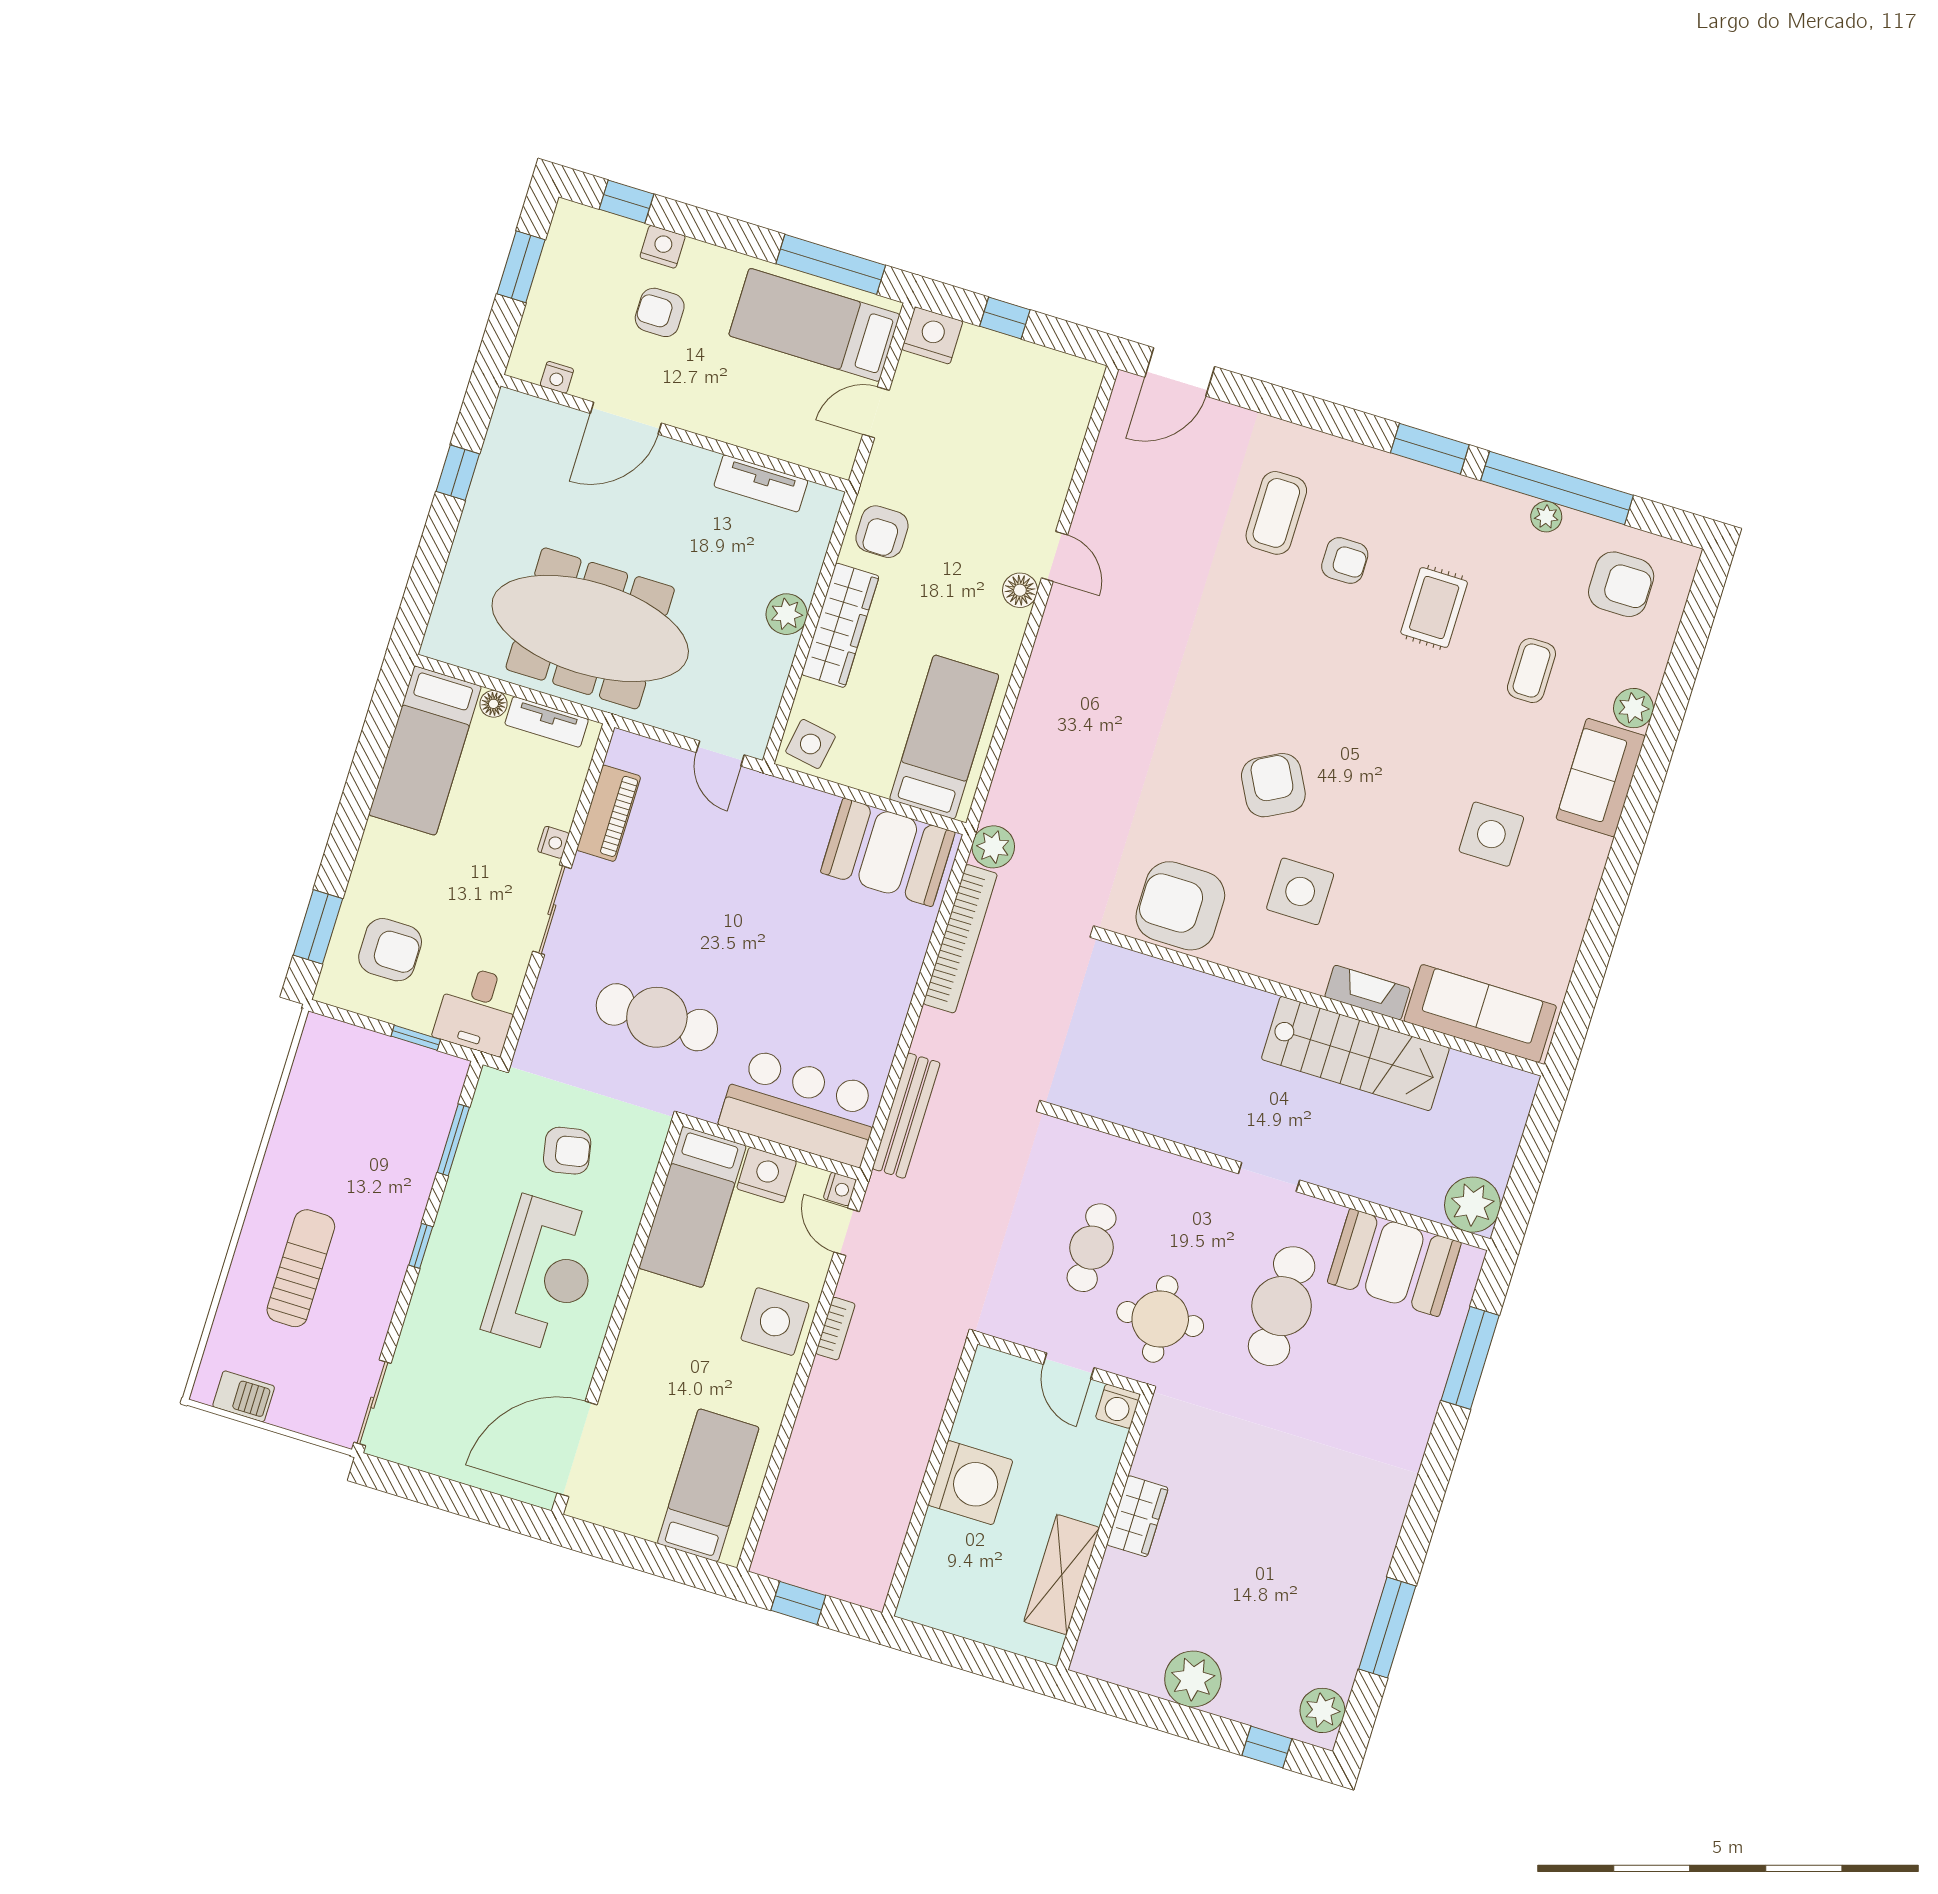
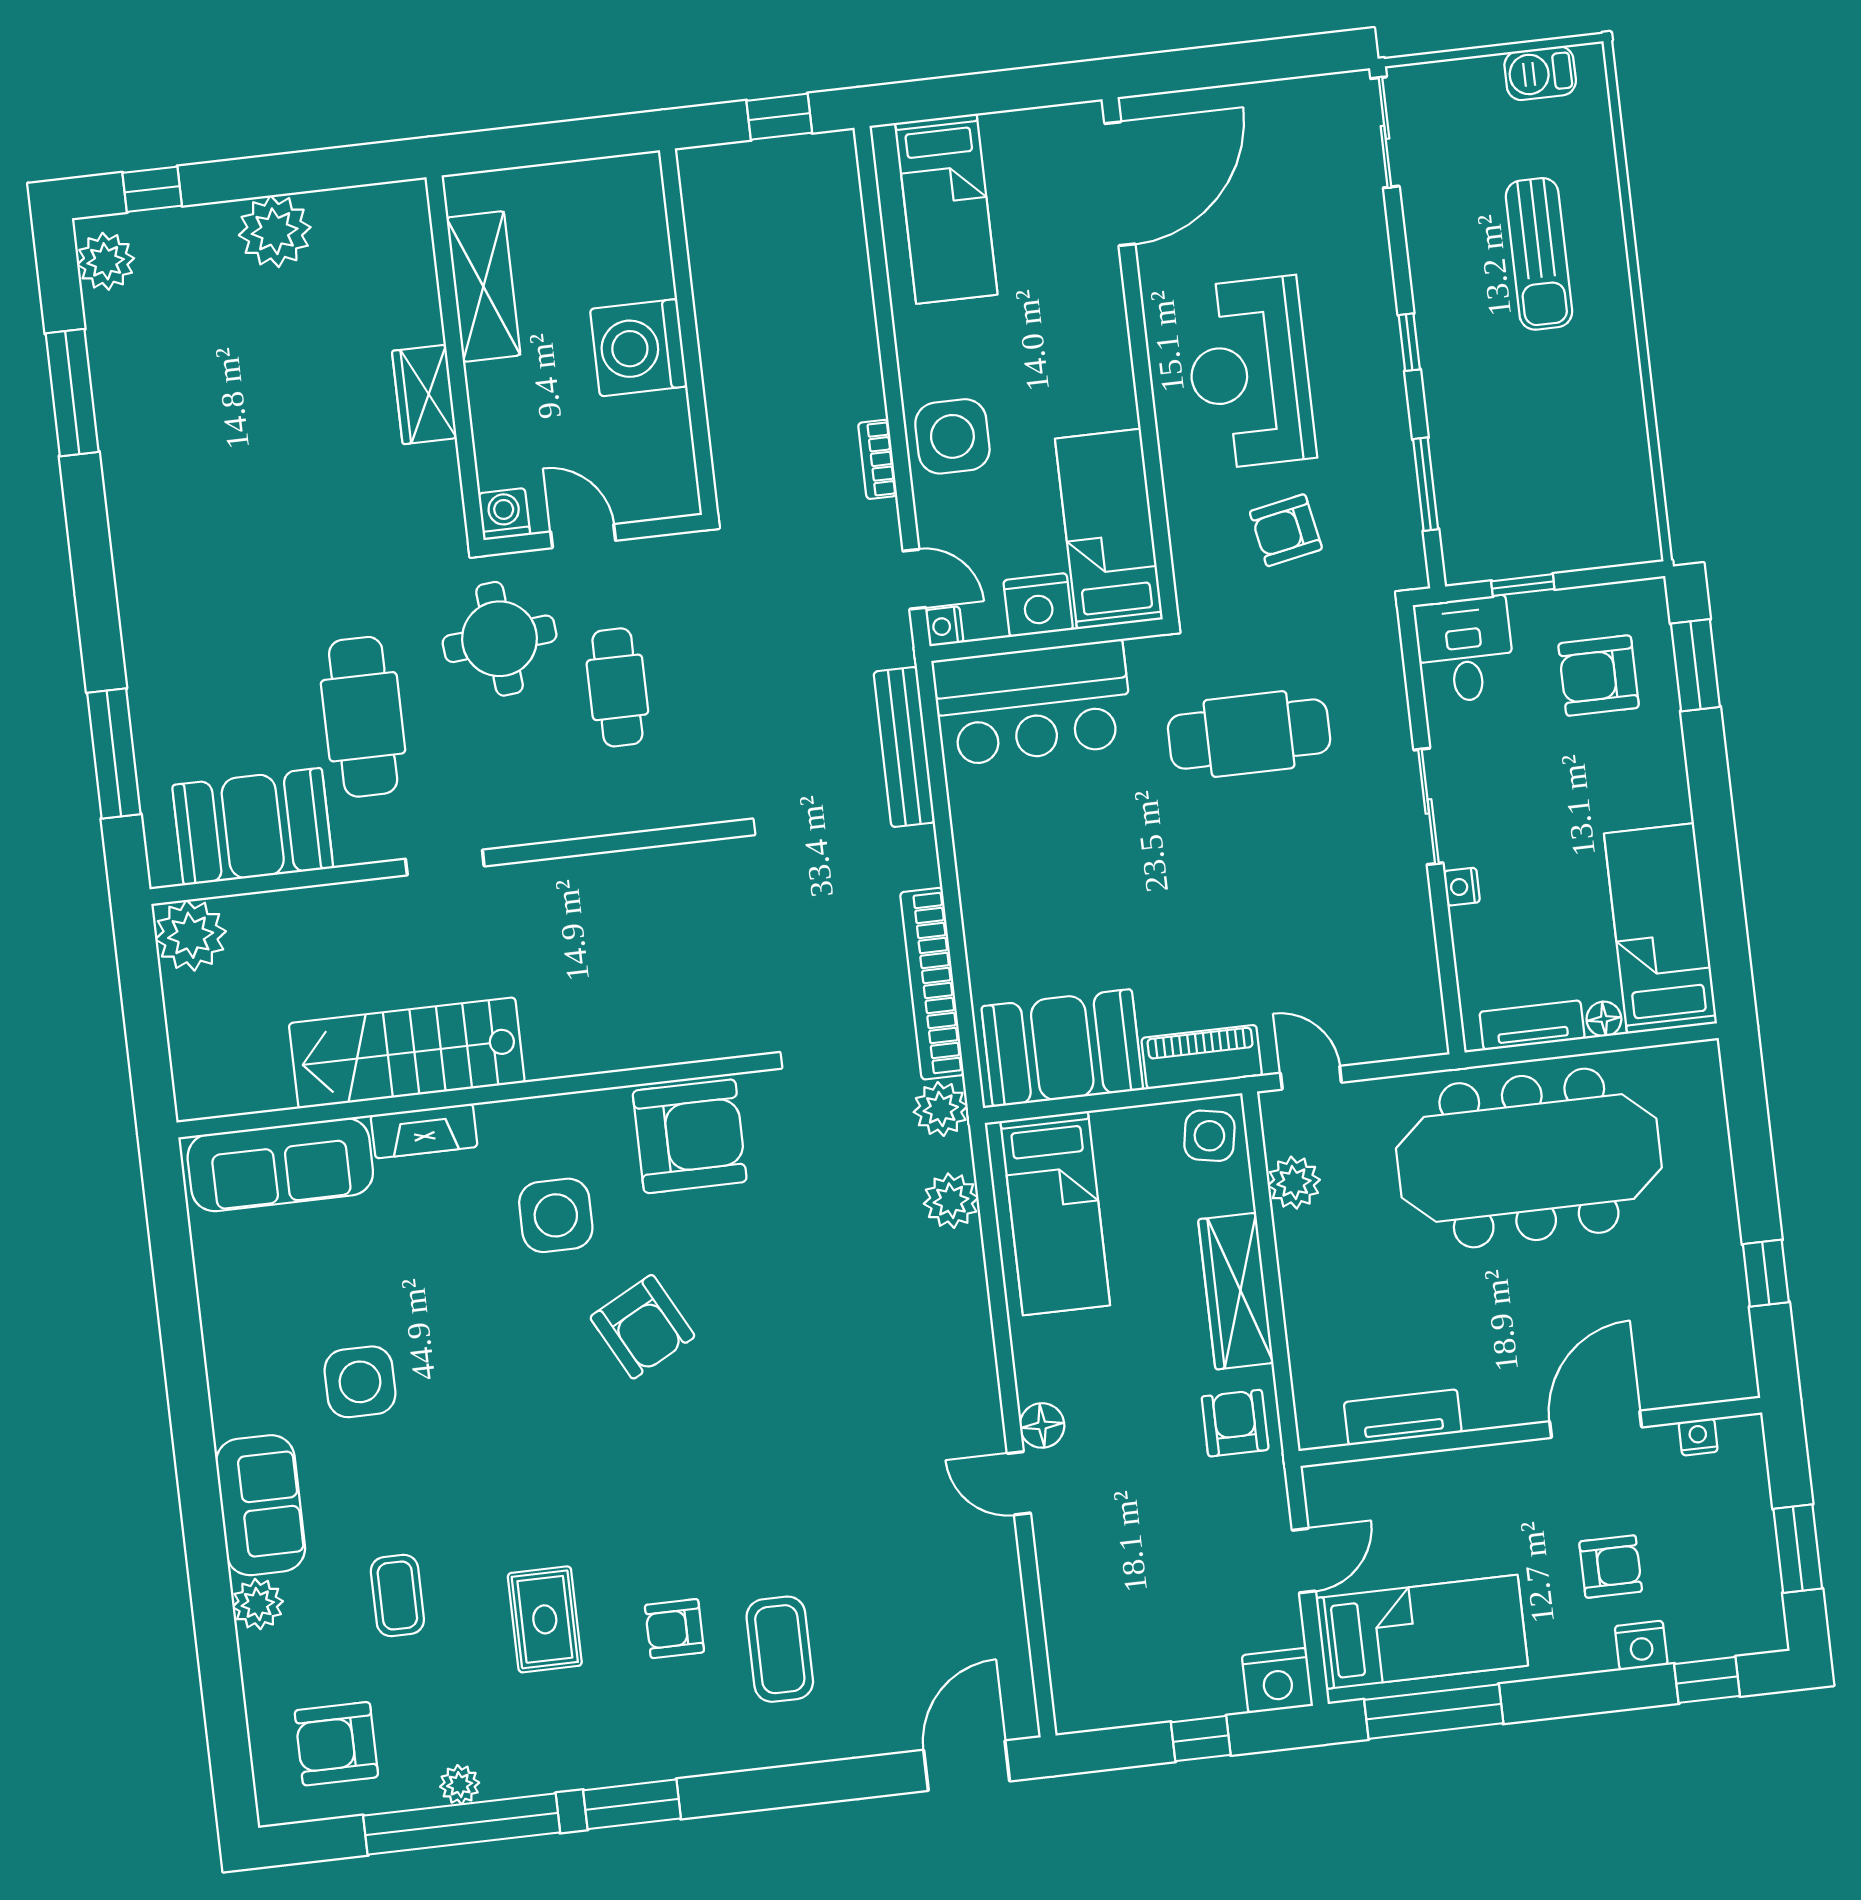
plant: (787, 614) -> (1294, 1183), moved
plant: (1015, 778) -> (951, 1201), added
piano: (609, 813) -> (1202, 1057), moved, turned 90

